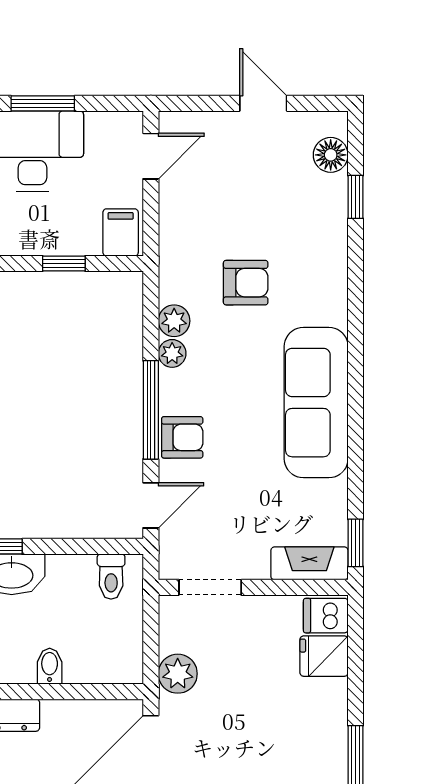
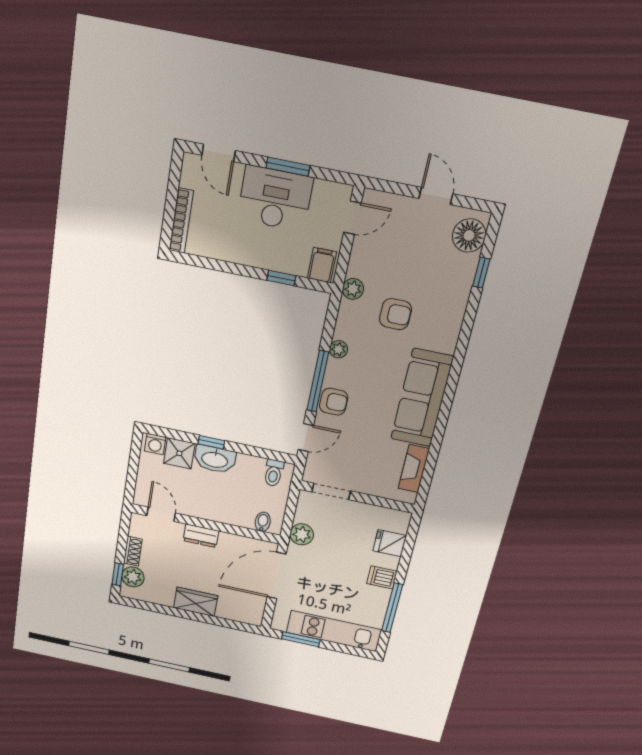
floor lamp: (331, 155) -> (469, 235), width x1.38, depth x1.38
plant: (174, 321) -> (353, 289), moved
window: (356, 543) -> (425, 485), removed
fireplace: (309, 563) -> (414, 469), moved, turned -90
dishwasher: (326, 616) -> (382, 577), moved
bidet: (50, 666) -> (263, 522), moved

